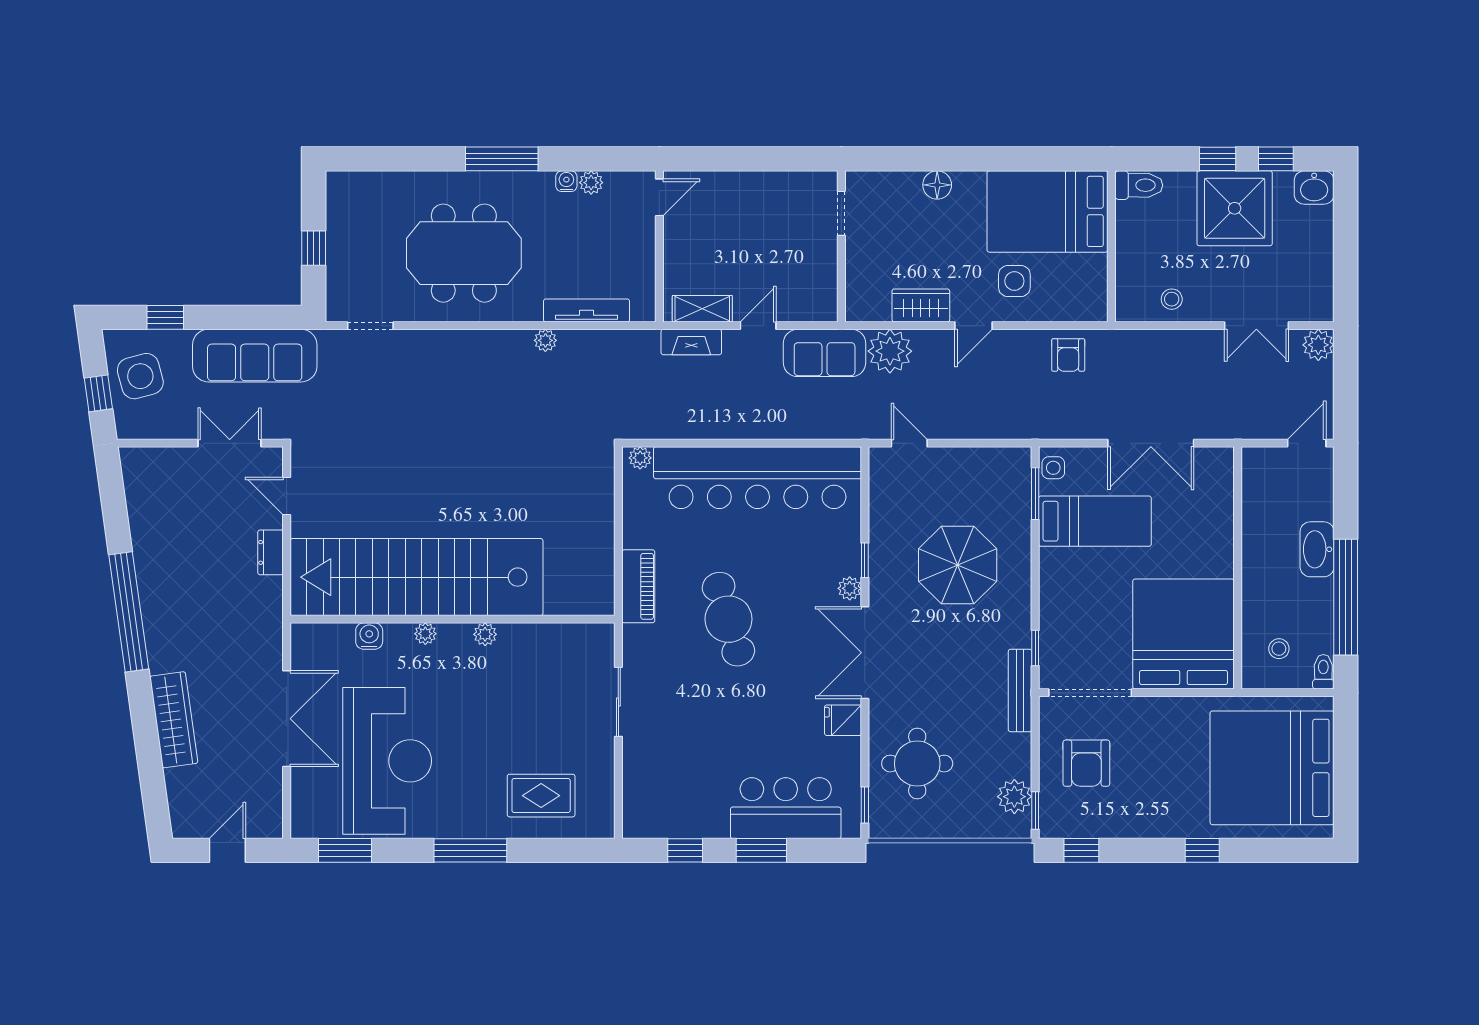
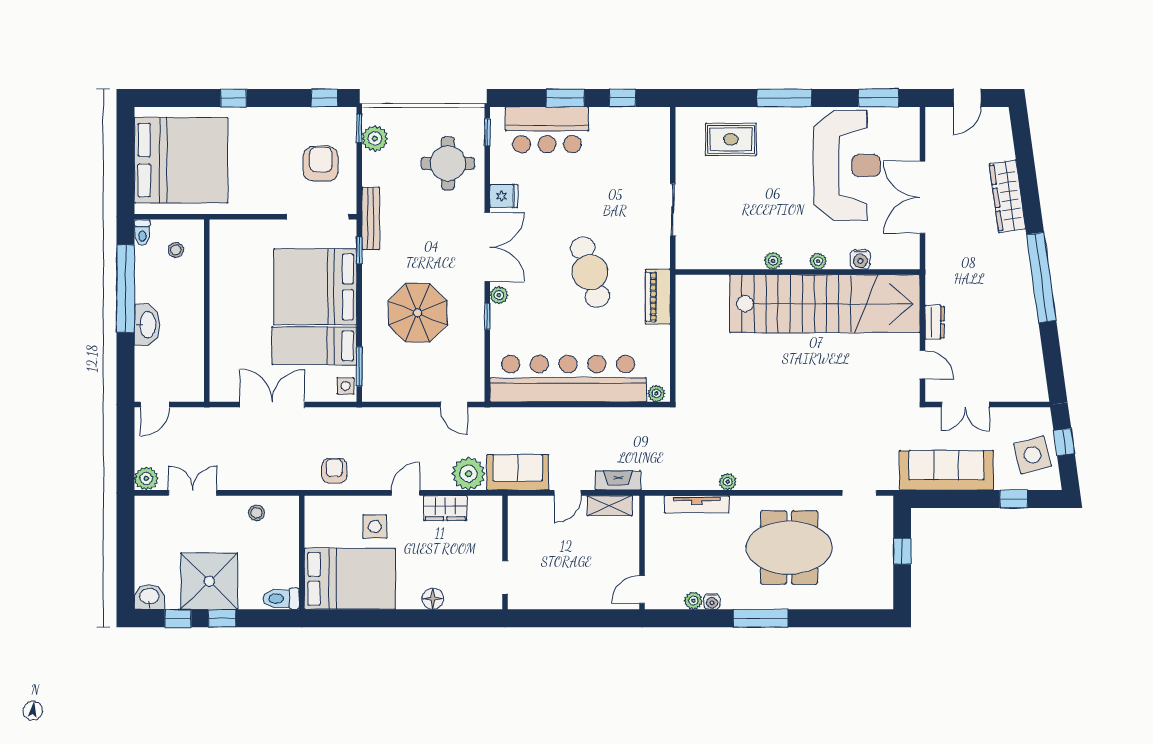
bed: (1183, 634) -> (315, 287), moved, turned 90
reception desk: (387, 761) -> (847, 165), turned 180

